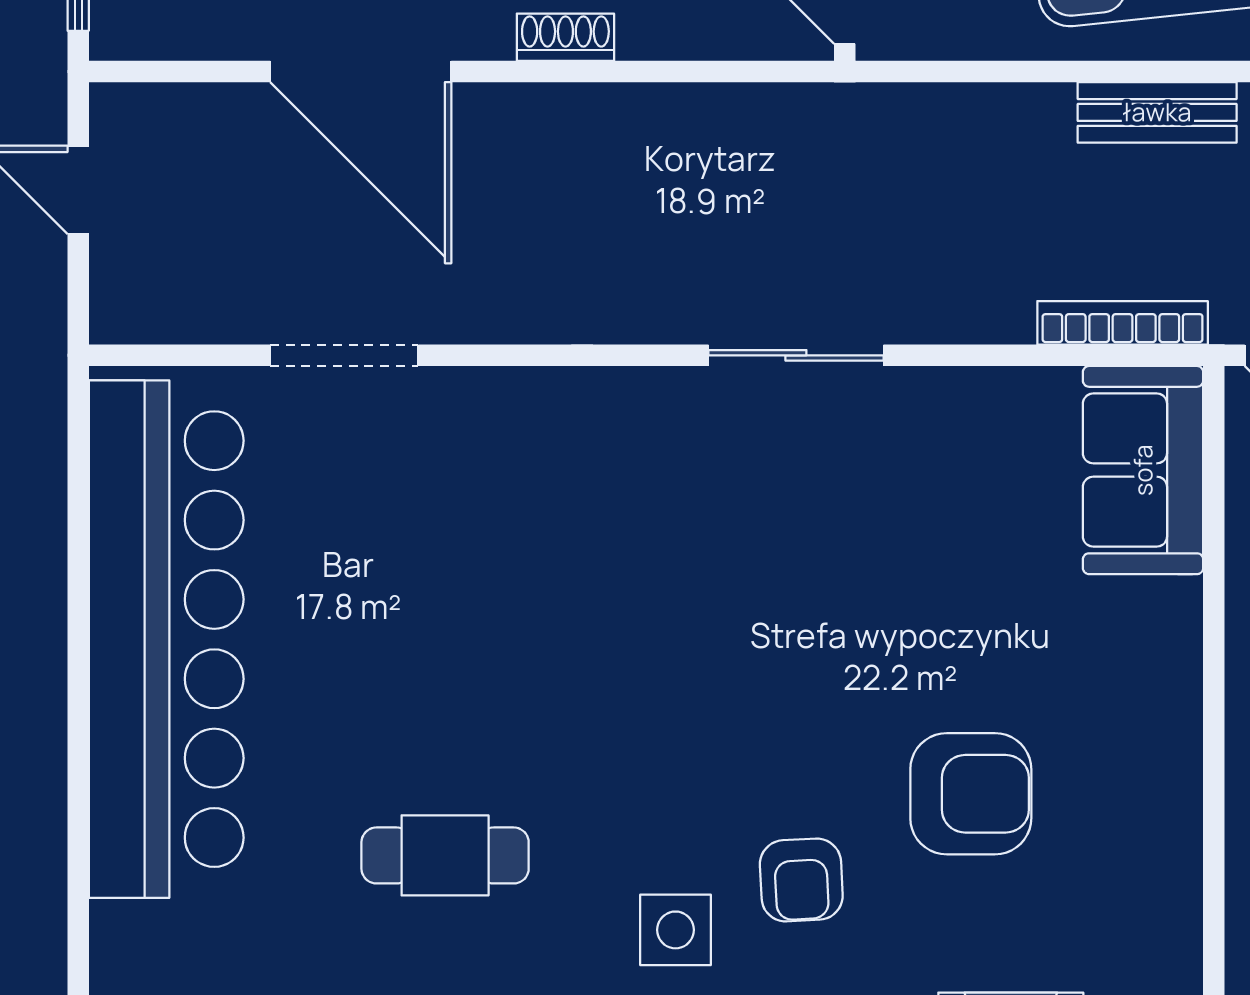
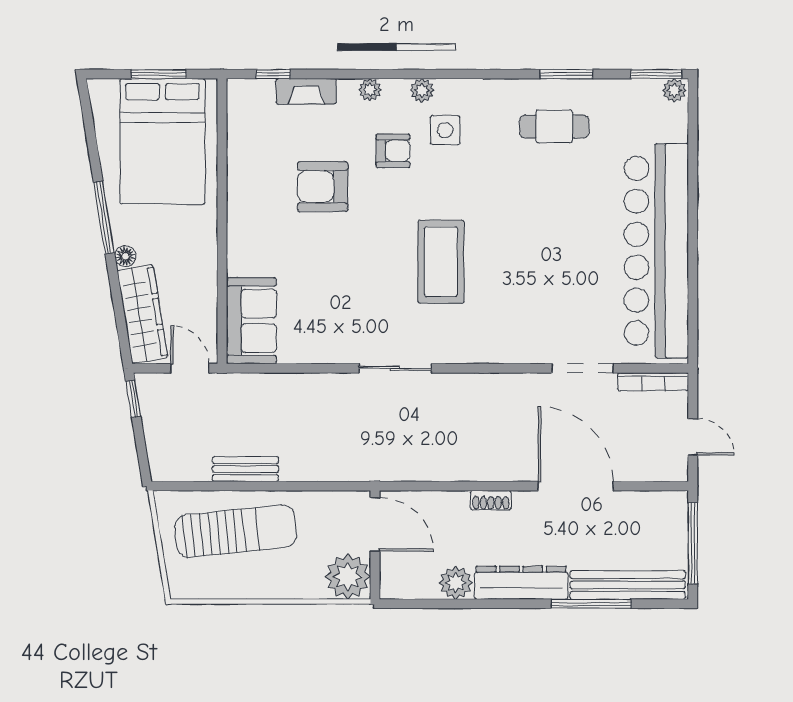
bookcase: (1123, 323) -> (653, 382), moved
coffee table: (686, 613) -> (441, 262), added
cafe table: (445, 855) -> (554, 126), moved
armchair: (801, 880) -> (393, 151), turned 93

